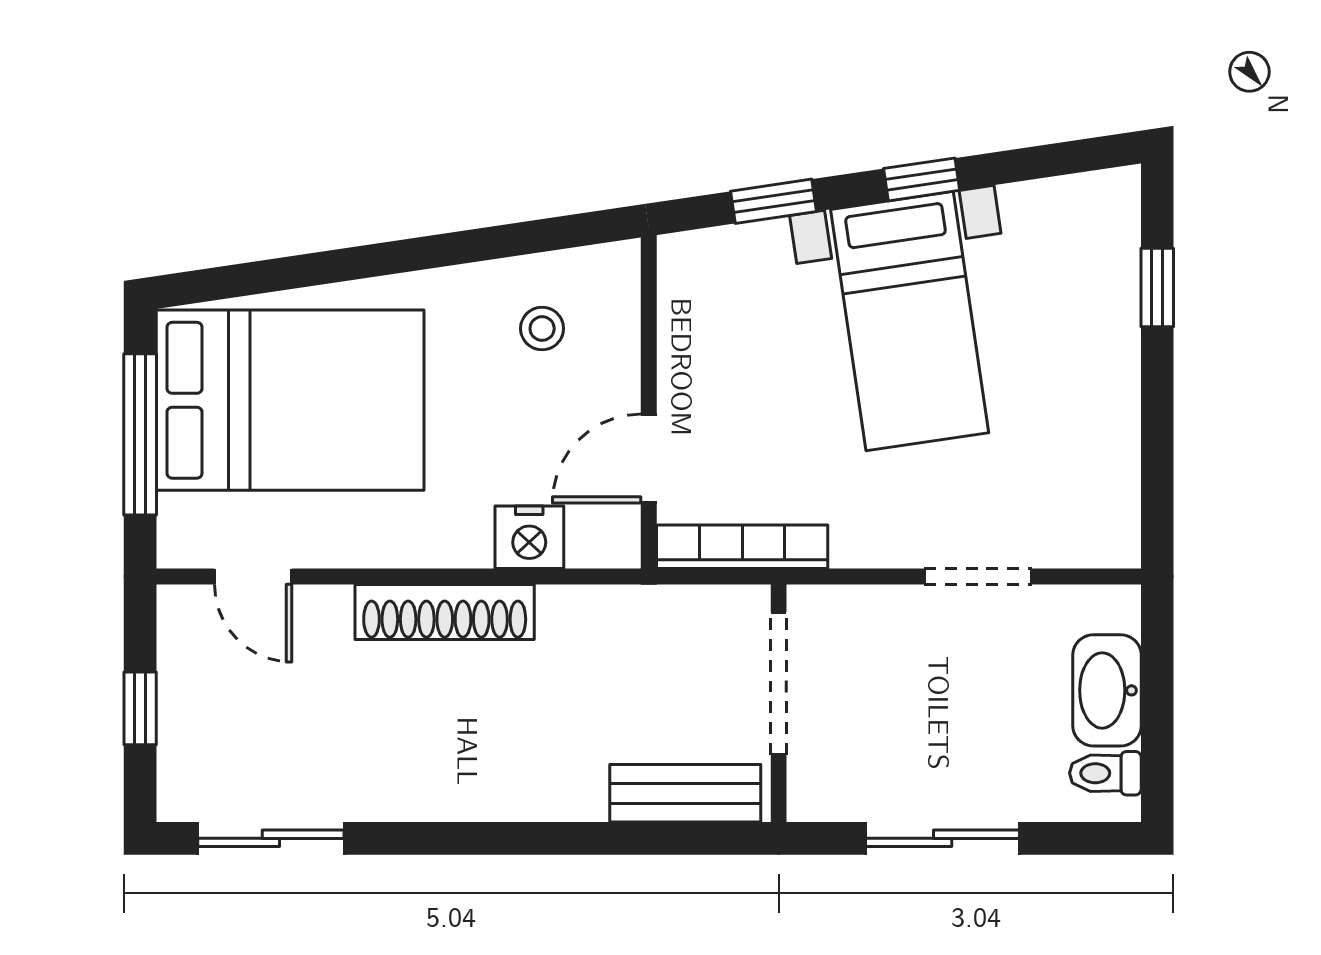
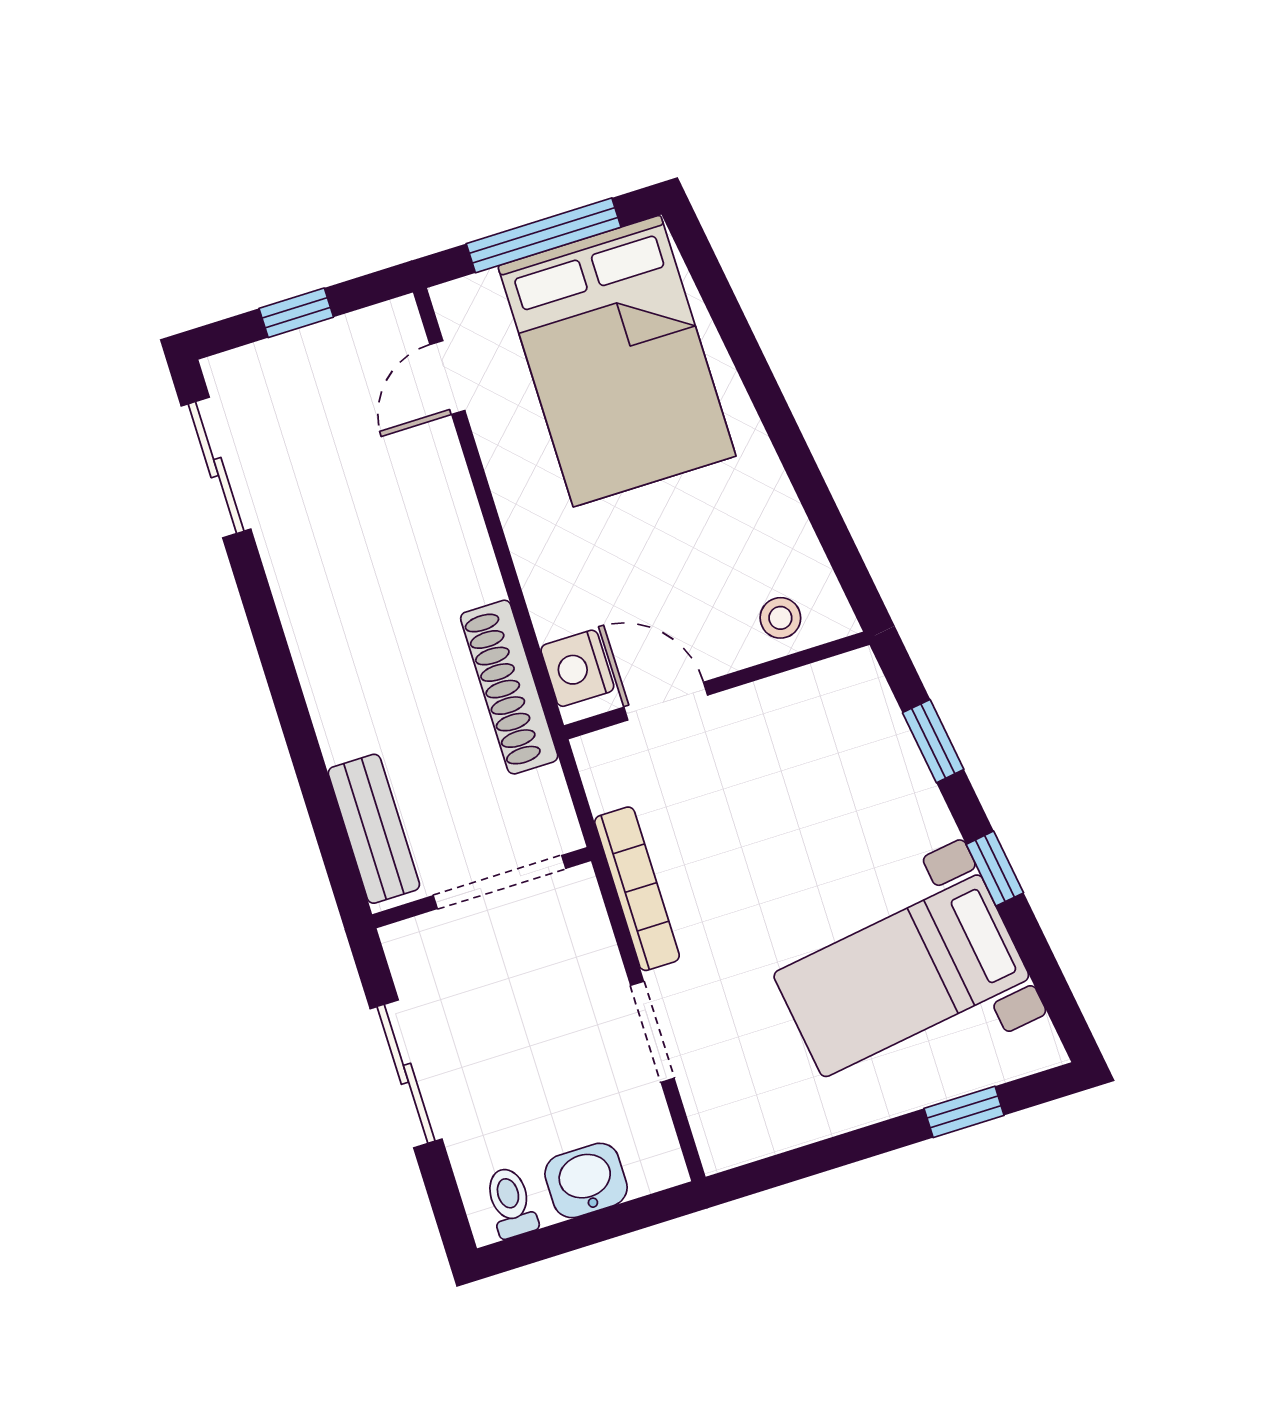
bed with nightstands: (910, 321) -> (901, 976), moved
stool: (542, 329) -> (780, 618), moved
nightstand: (529, 537) -> (577, 668), moved
bookcase: (742, 547) -> (637, 889), moved
shoe rack: (445, 612) -> (509, 687), moved
washbasin: (1107, 690) -> (586, 1180), width x0.72

